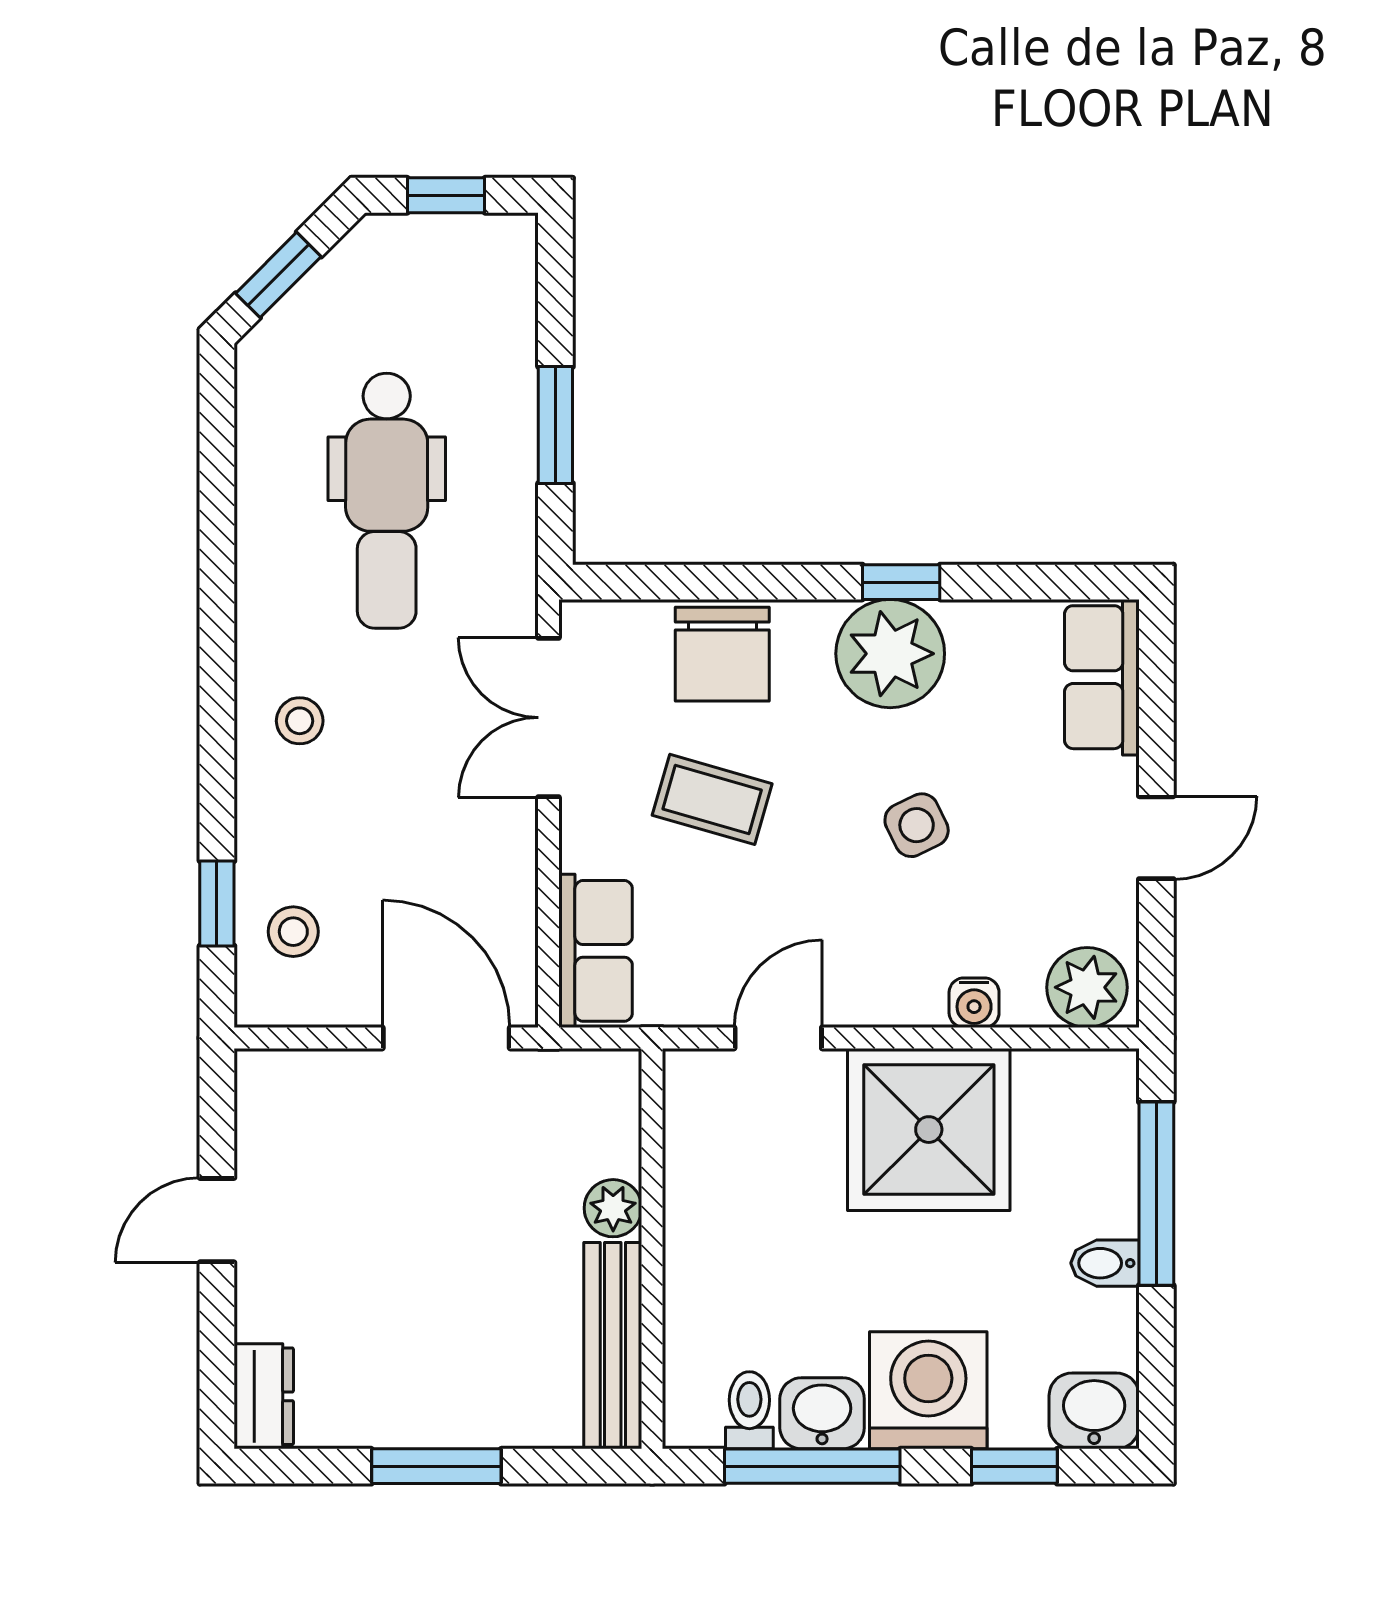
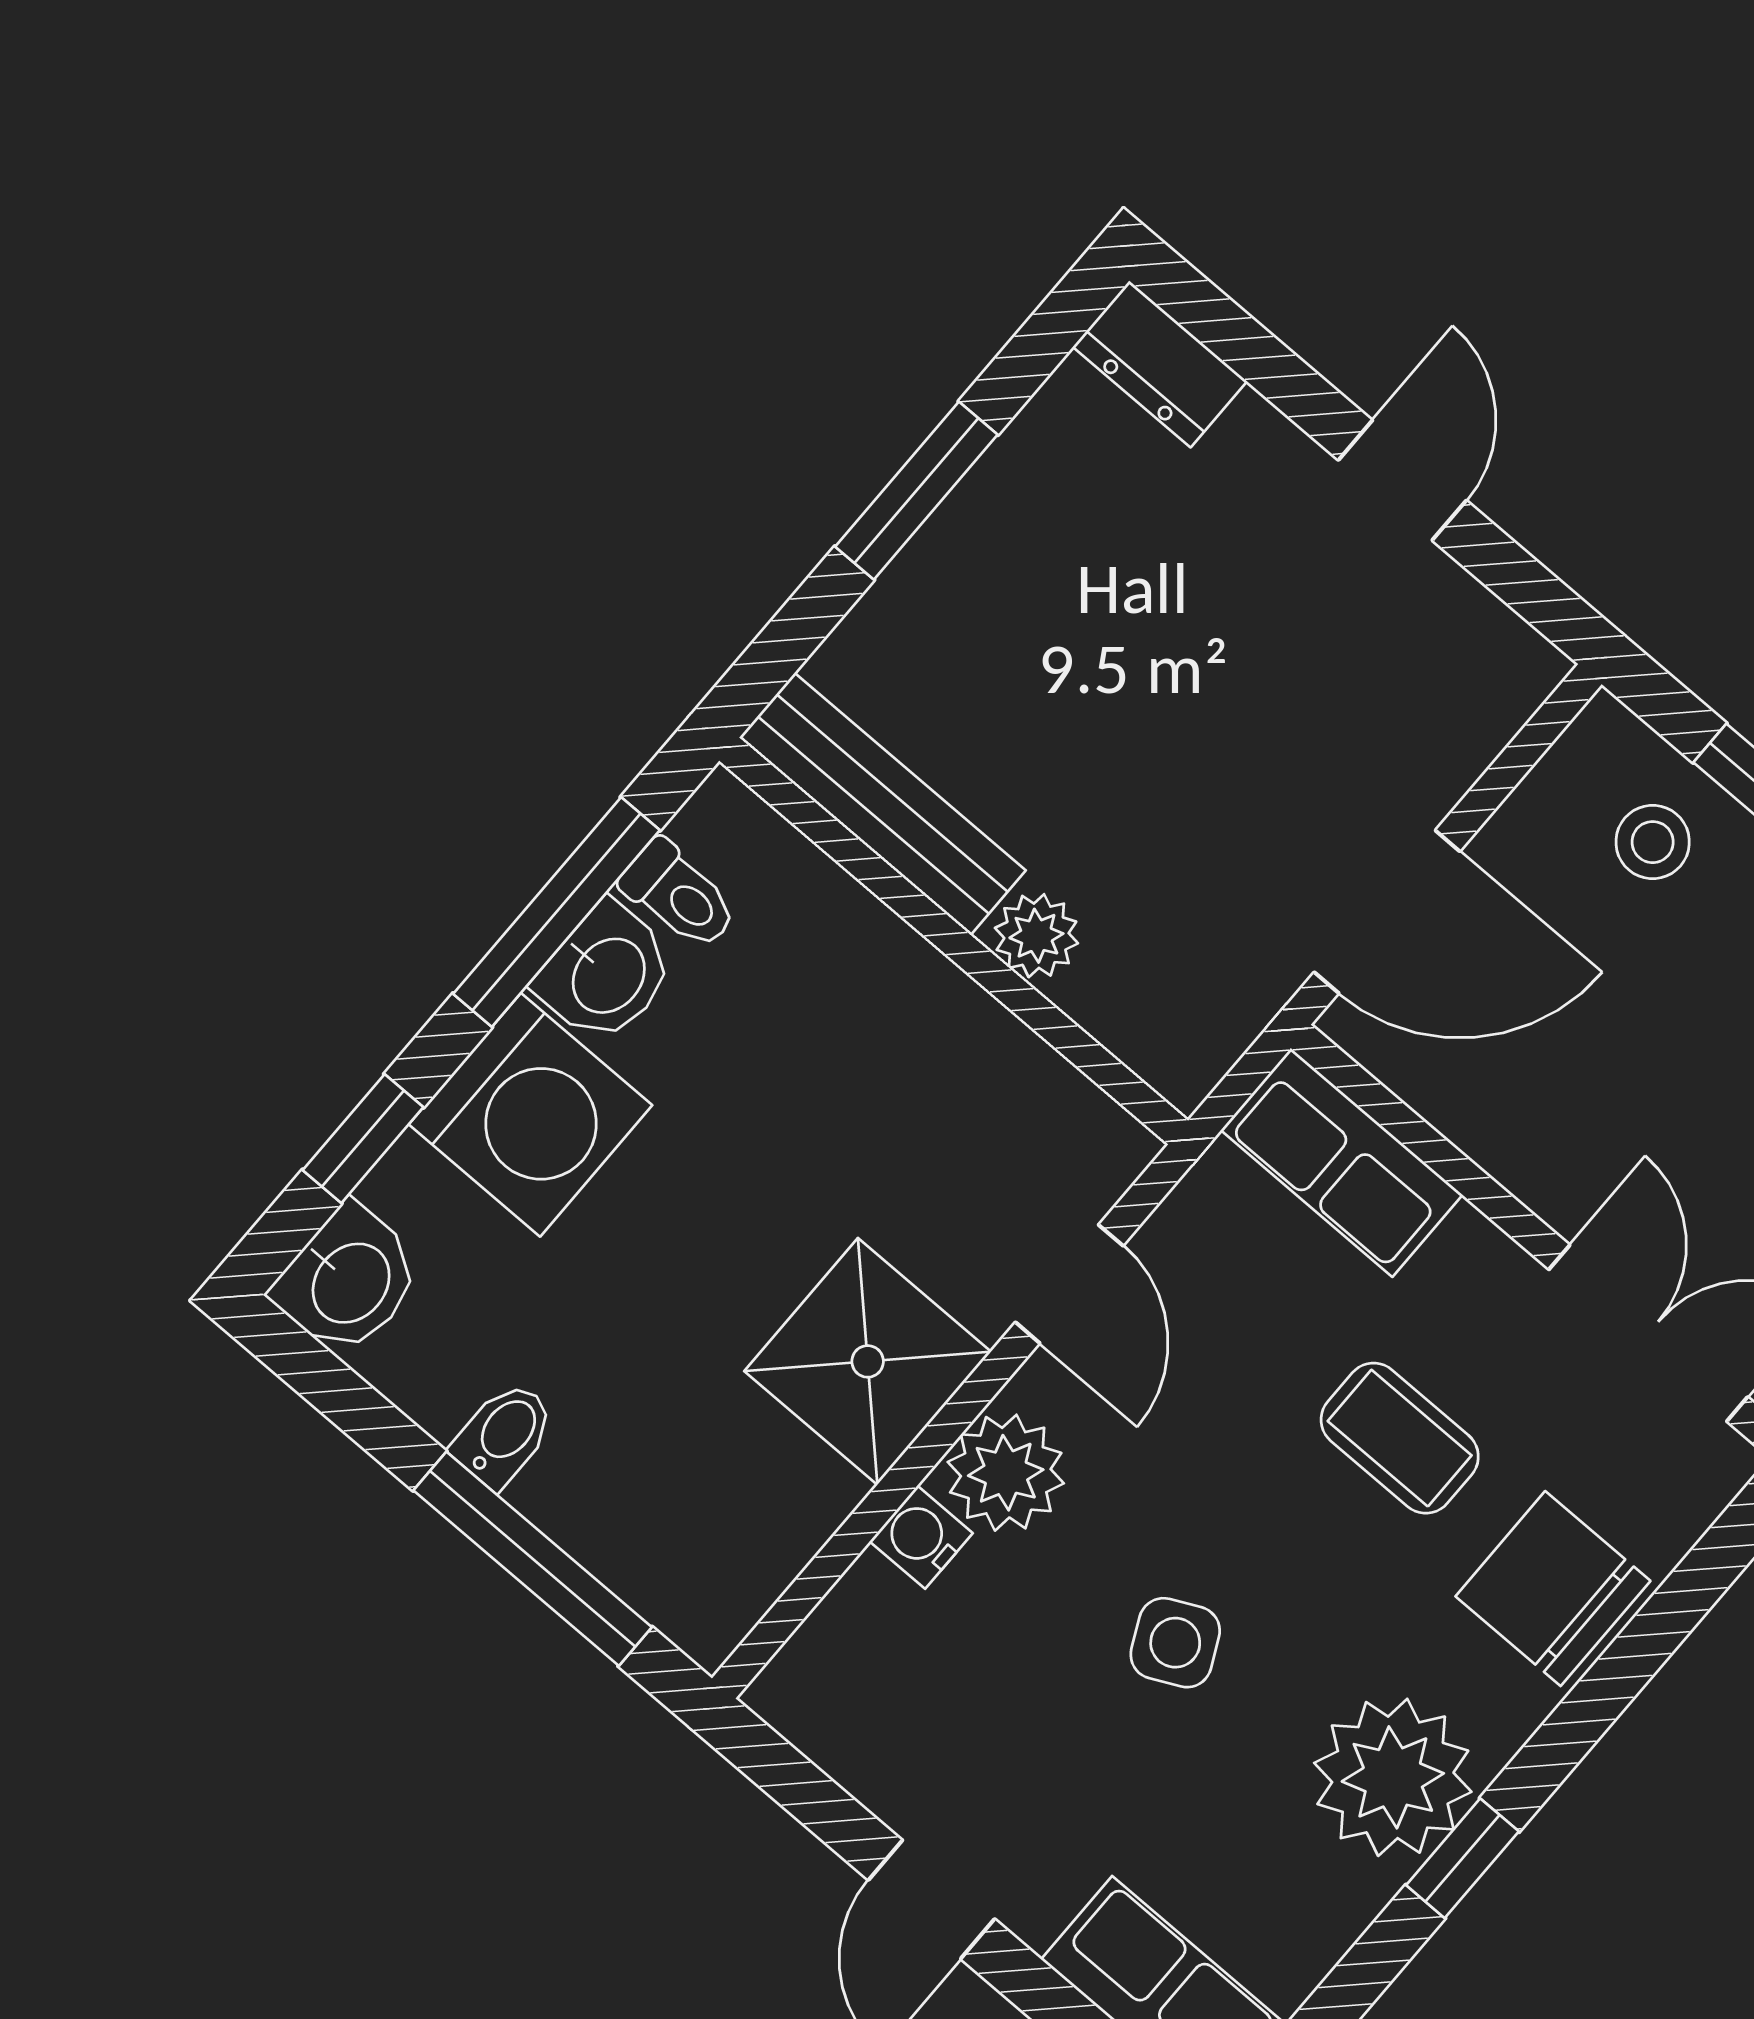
coffee table: (712, 799) -> (1400, 1438), turned 74
plant: (1087, 987) -> (1006, 1473), moved
shower: (929, 1130) -> (868, 1361), width x0.73, depth x0.73

